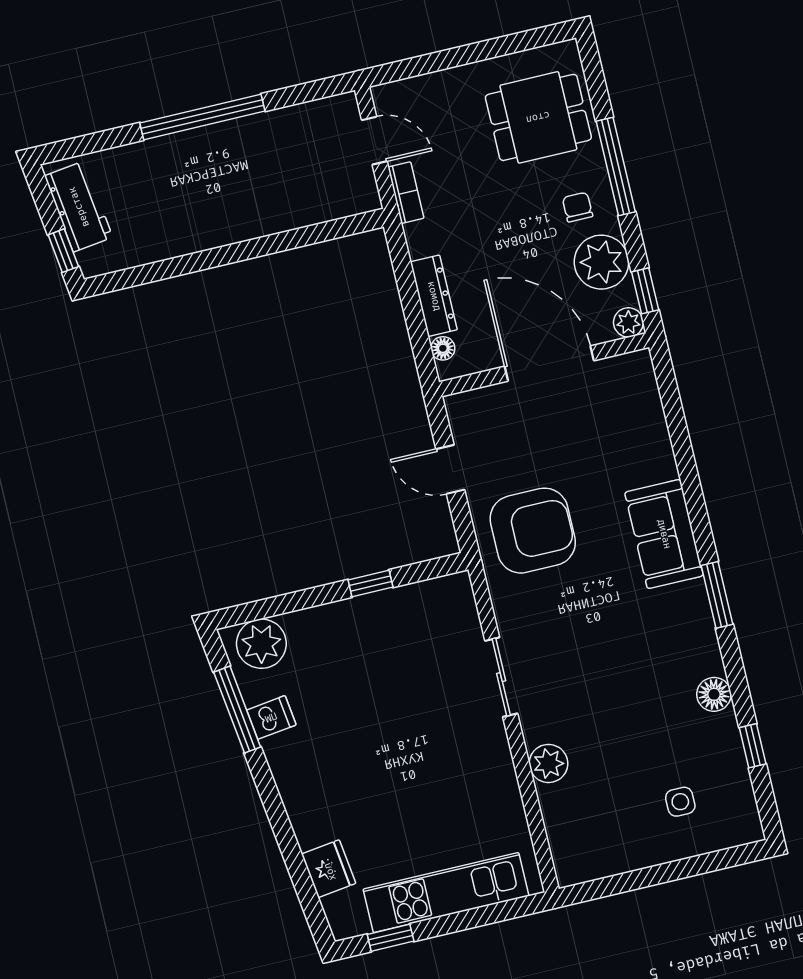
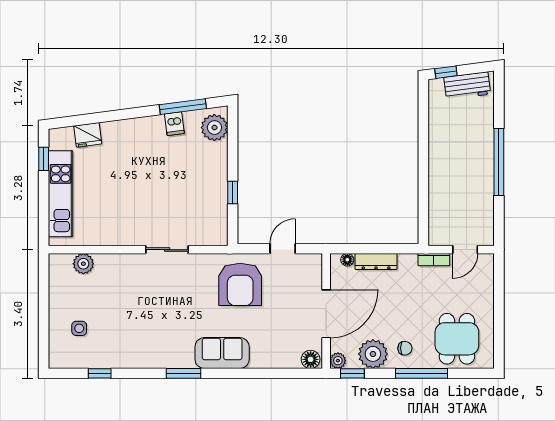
floor lamp: (714, 694) -> (311, 359), moved
plant: (548, 763) -> (83, 264), moved

